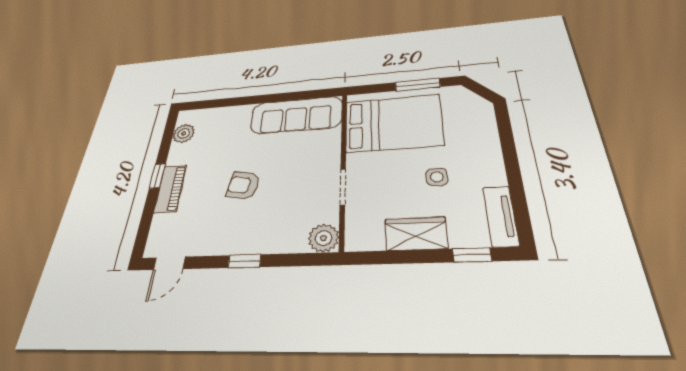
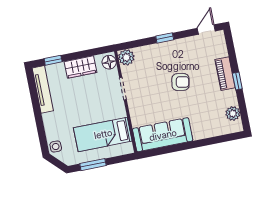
bed: (393, 123) -> (103, 134), width x0.67
side table: (437, 177) -> (56, 147), moved
tv unit: (501, 216) -> (43, 89), width x1.41
floor lamp: (358, 234) -> (109, 62), added

